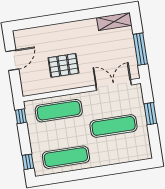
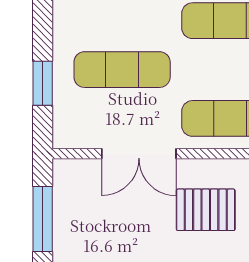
double door: (114, 85) -> (139, 154), moved

